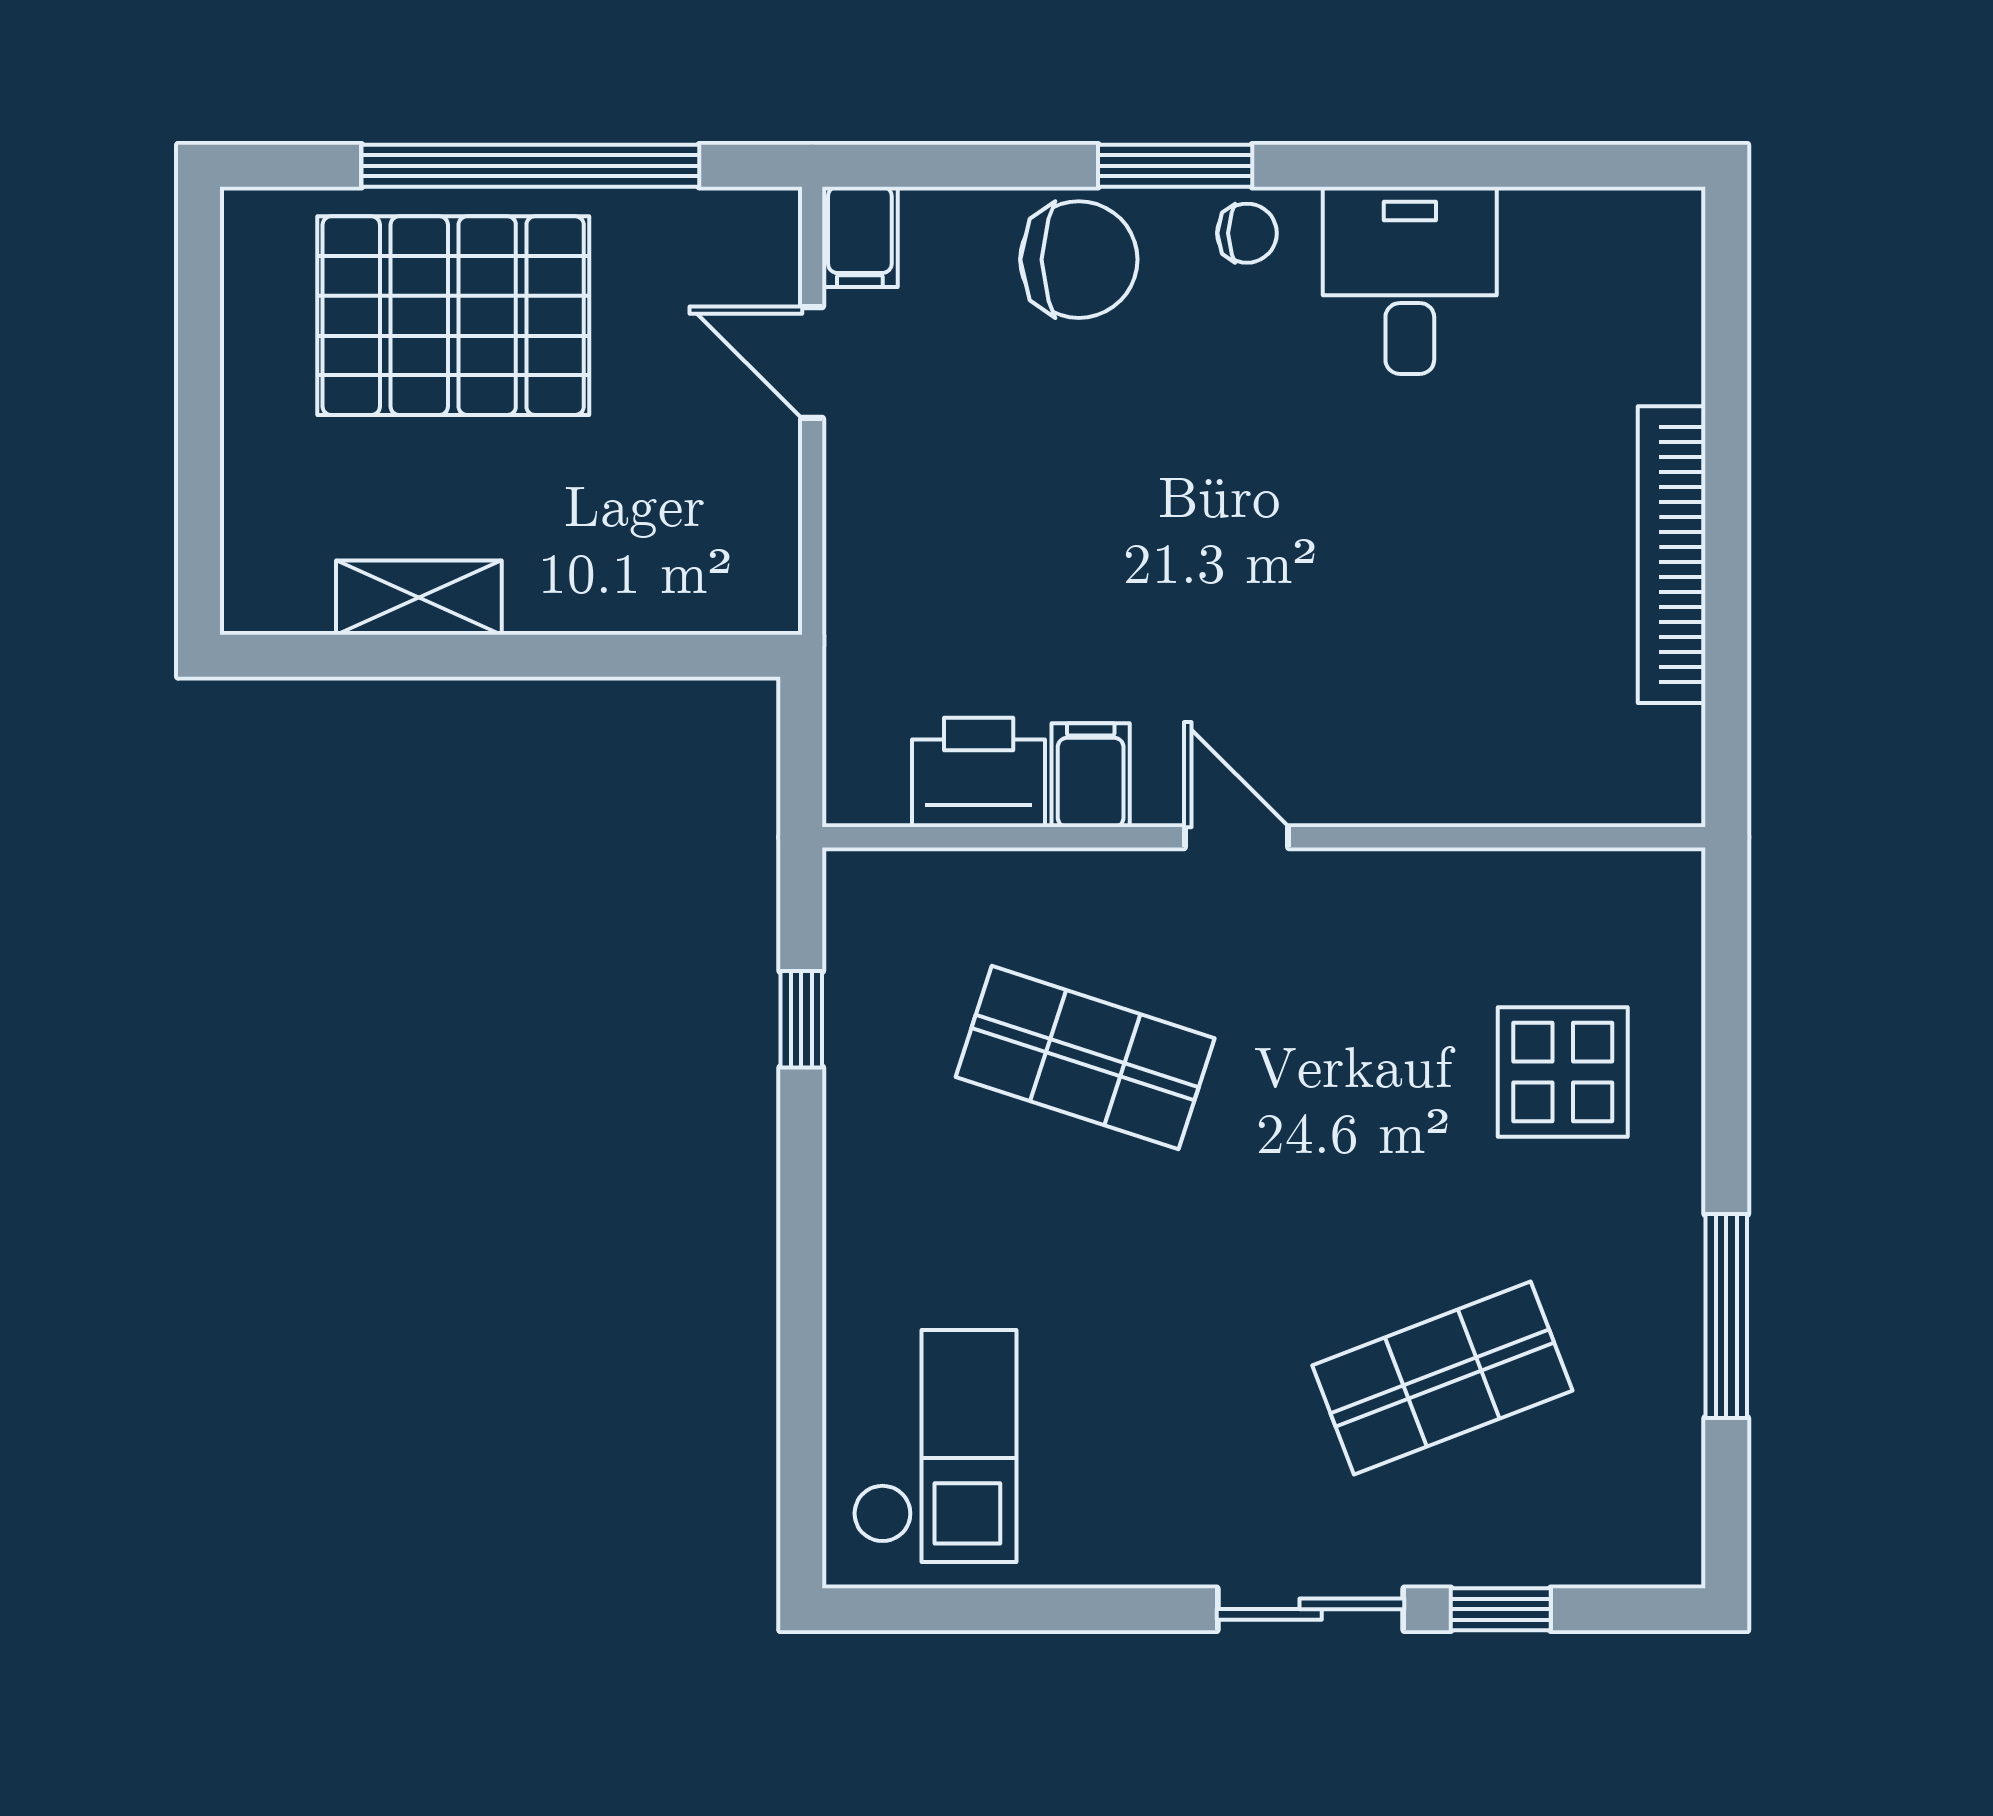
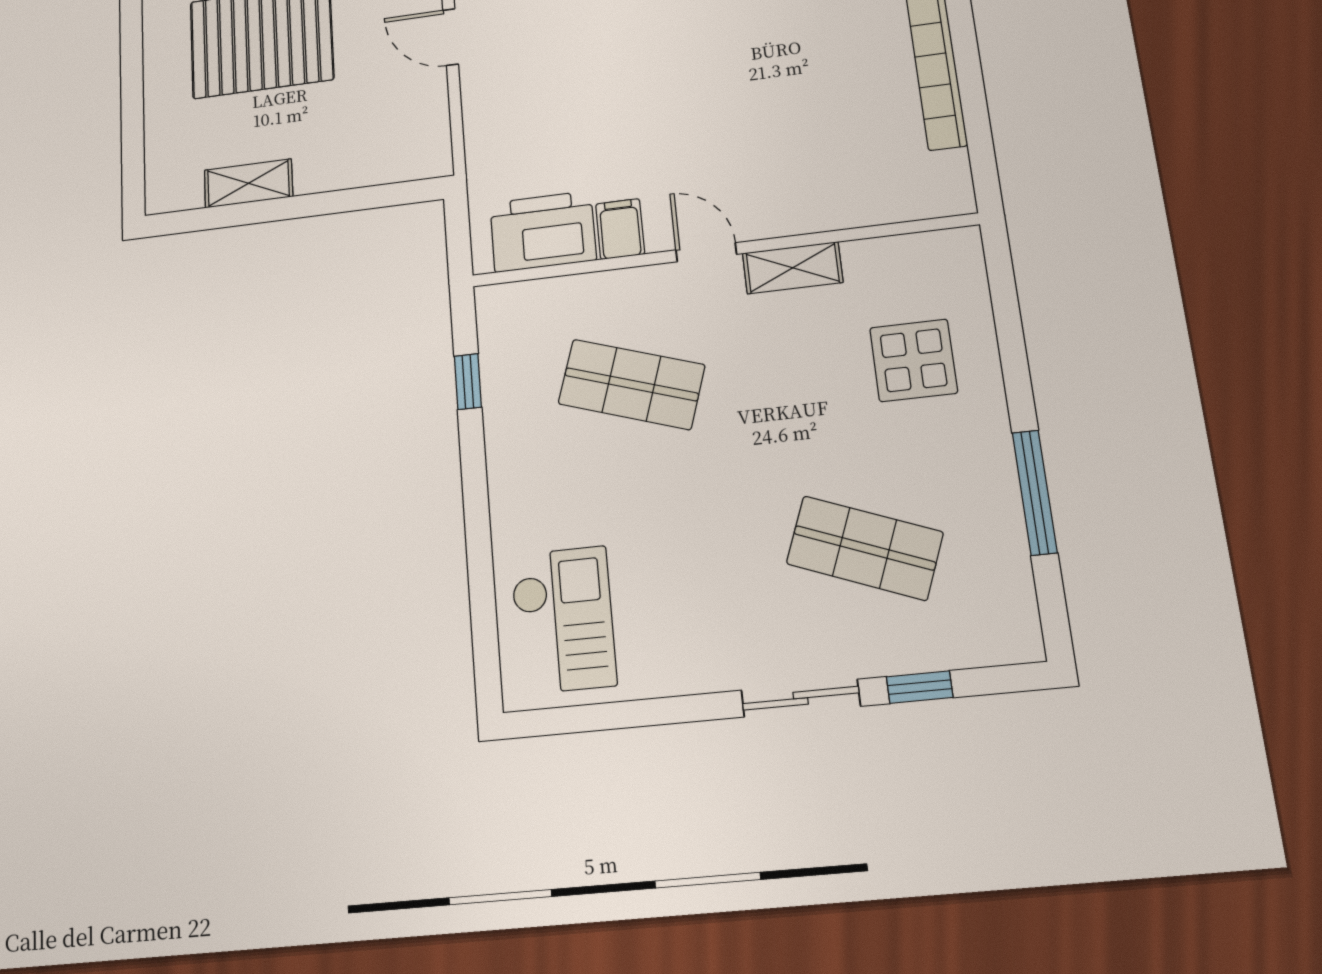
printer: (979, 772) -> (543, 232), width x1.37, depth x1.19
shelving: (1381, 884) -> (793, 268), added
shop shelf: (1442, 1378) -> (865, 548), turned 42

